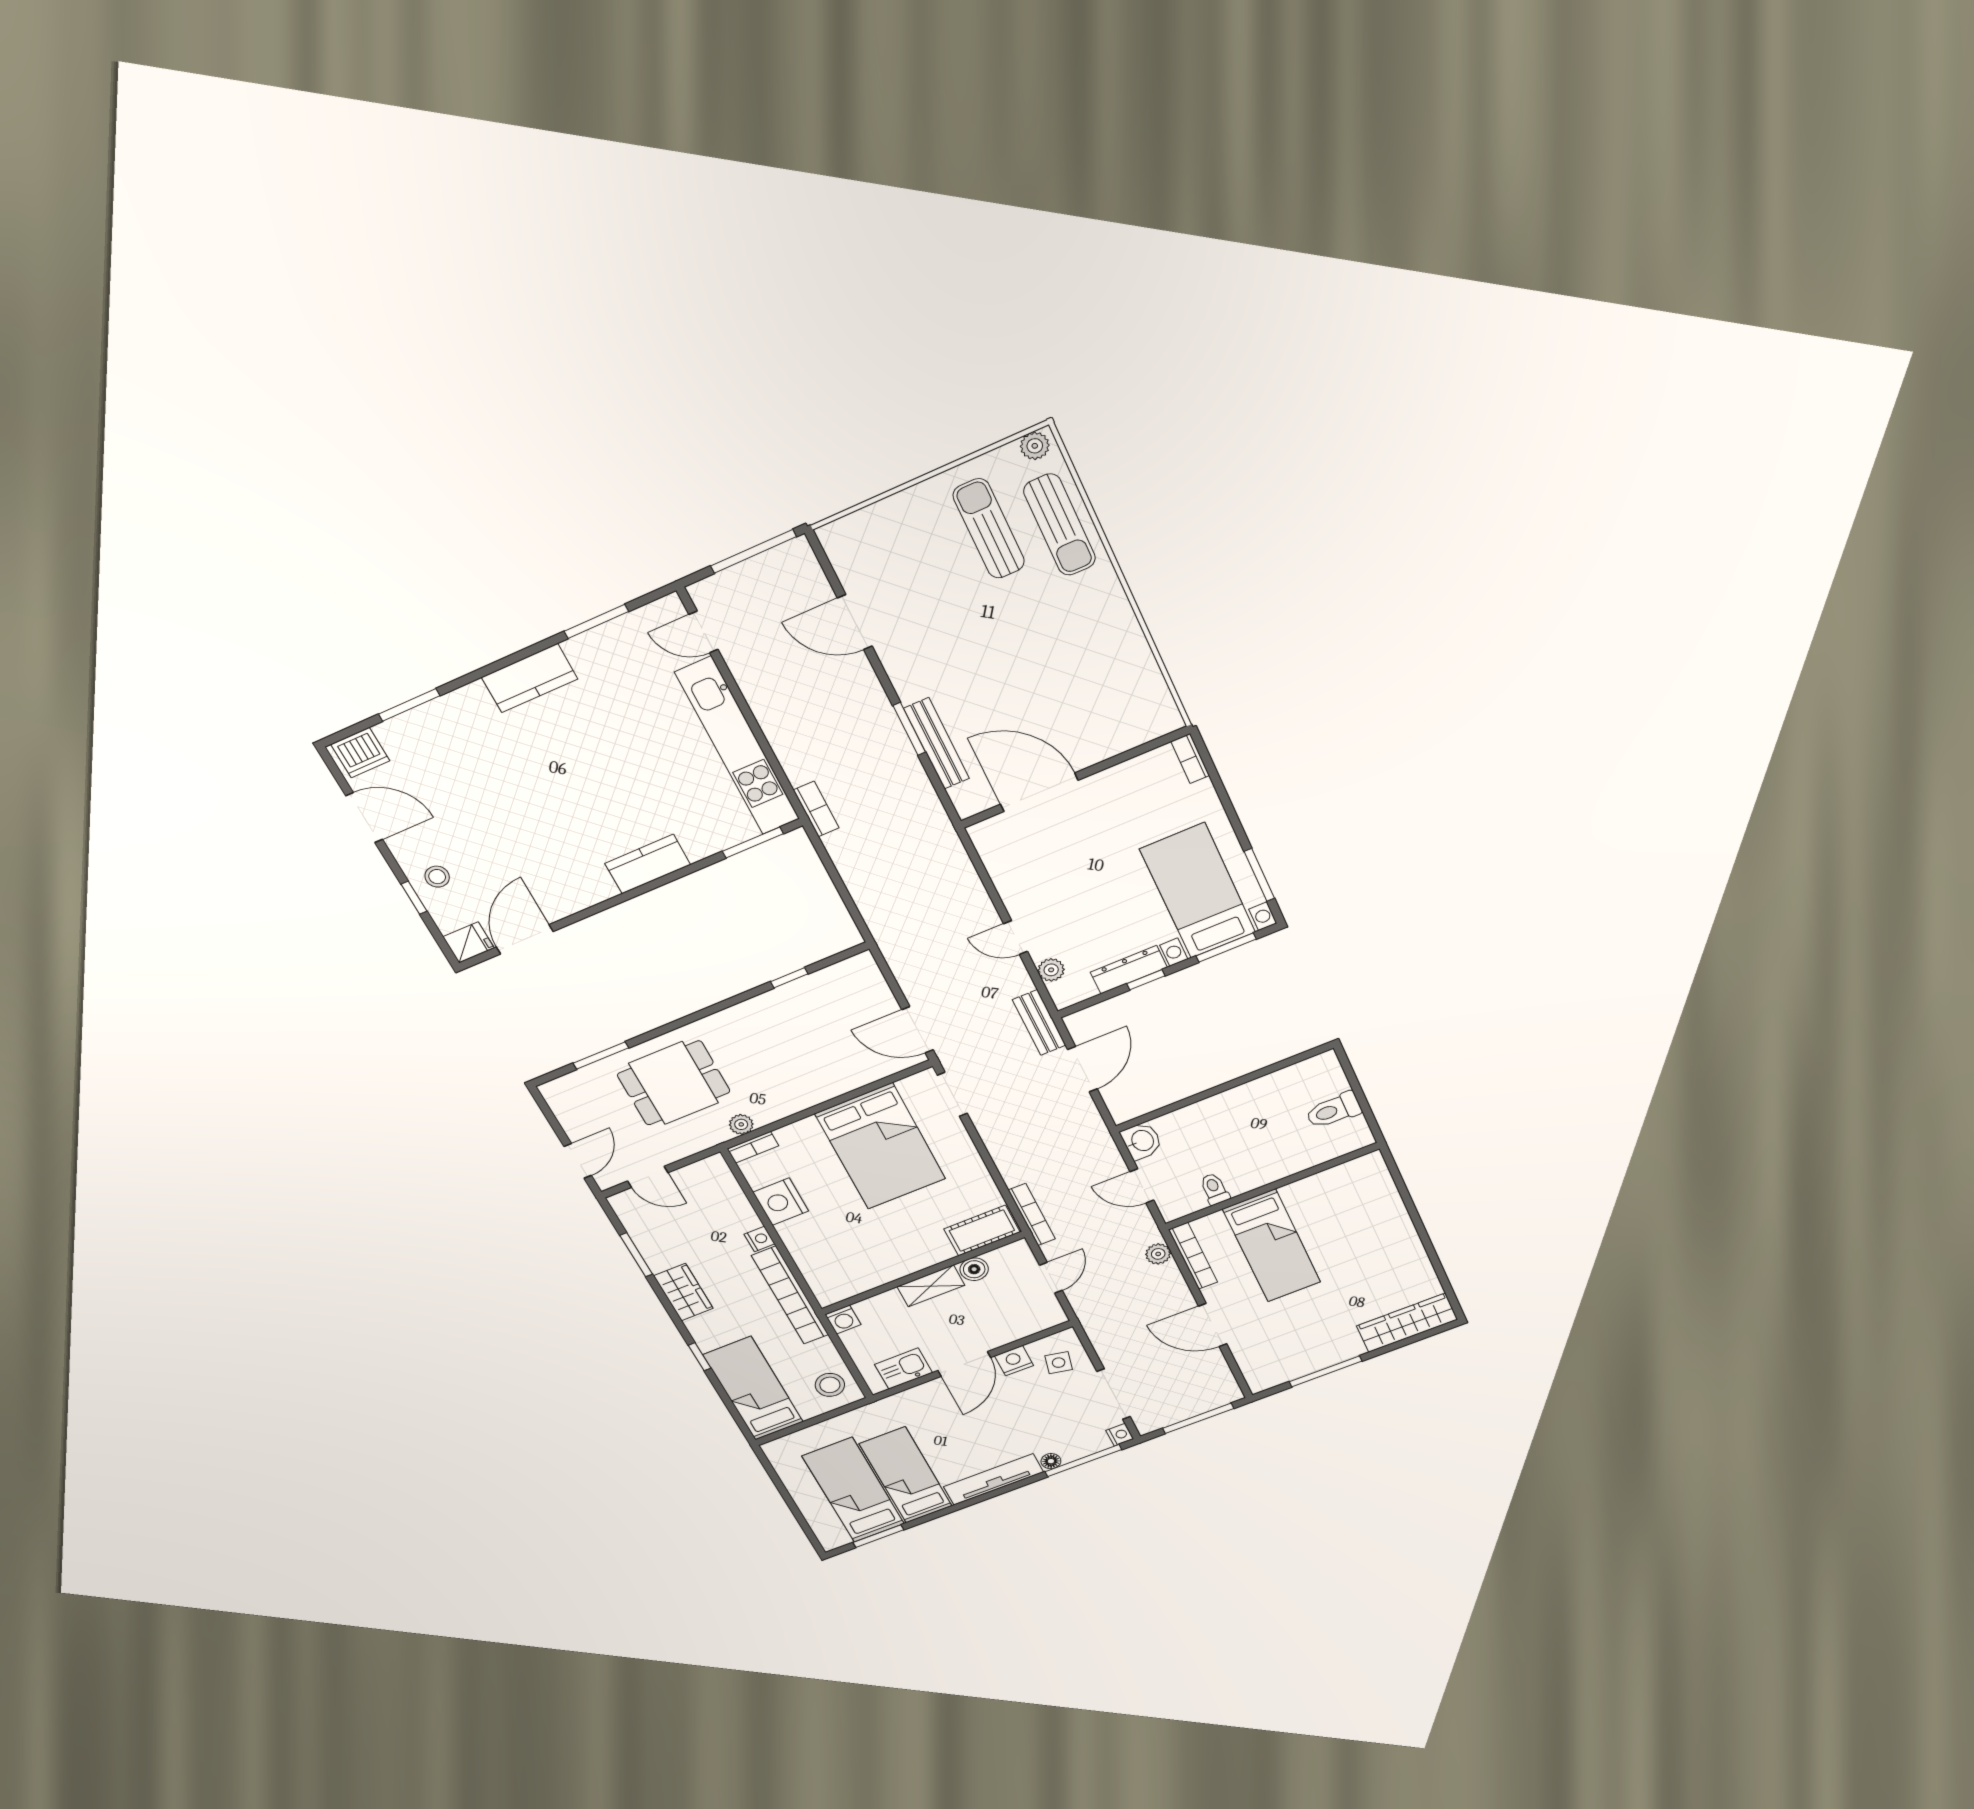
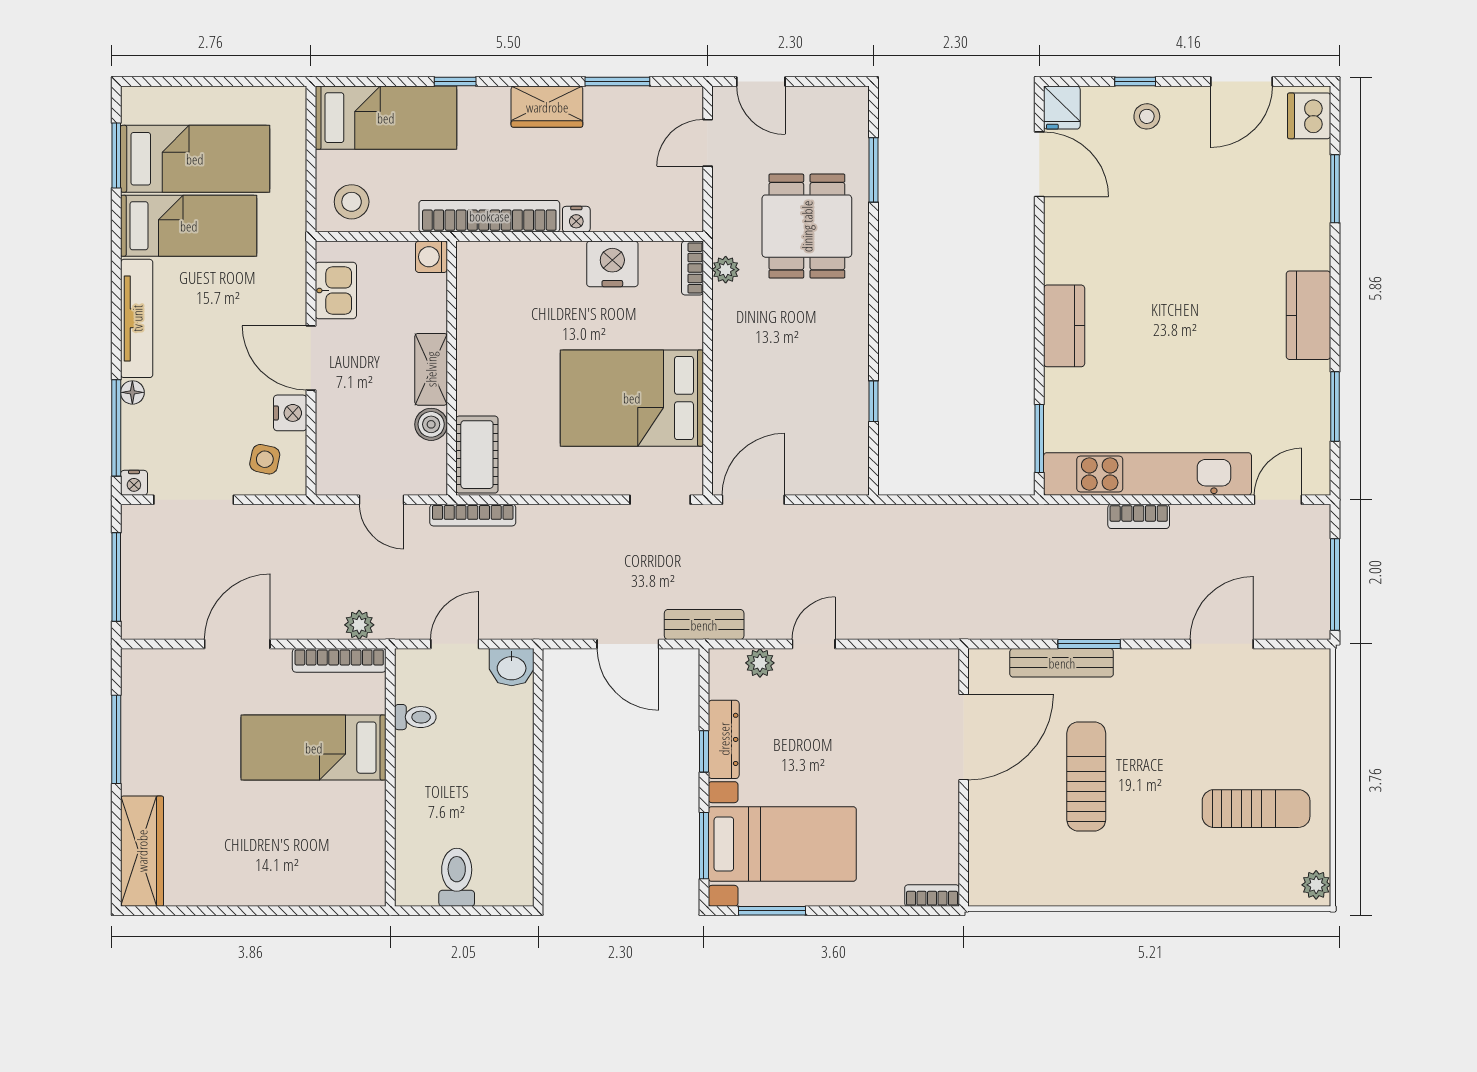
sun lounger: (1060, 525) -> (1086, 776), moved, turned 90
bookcase: (816, 809) -> (1139, 516), moved

